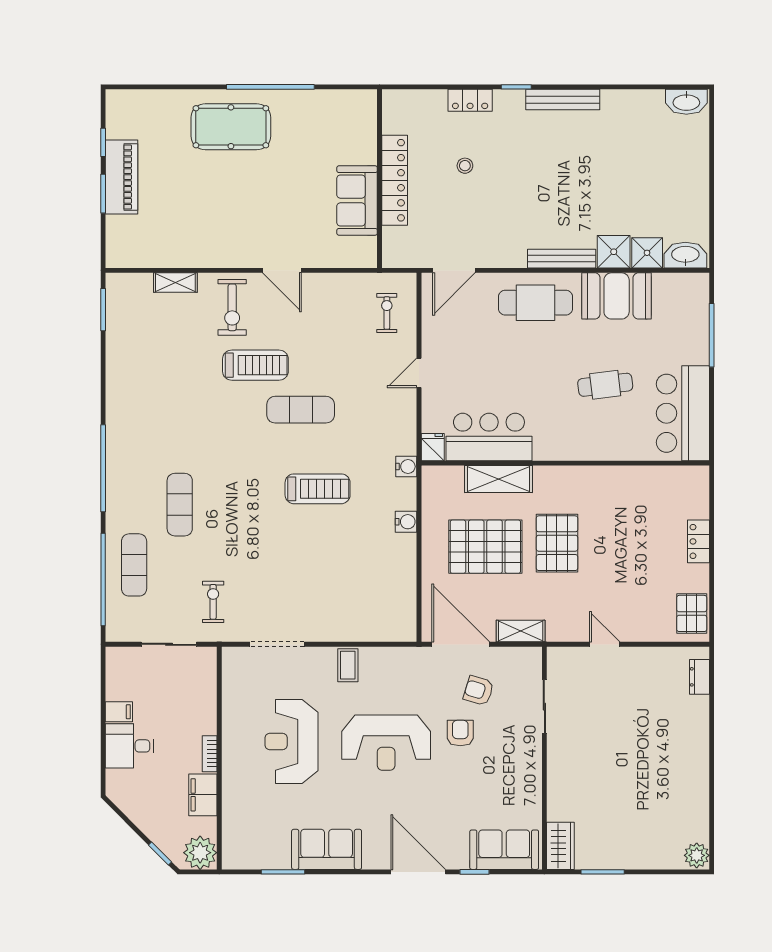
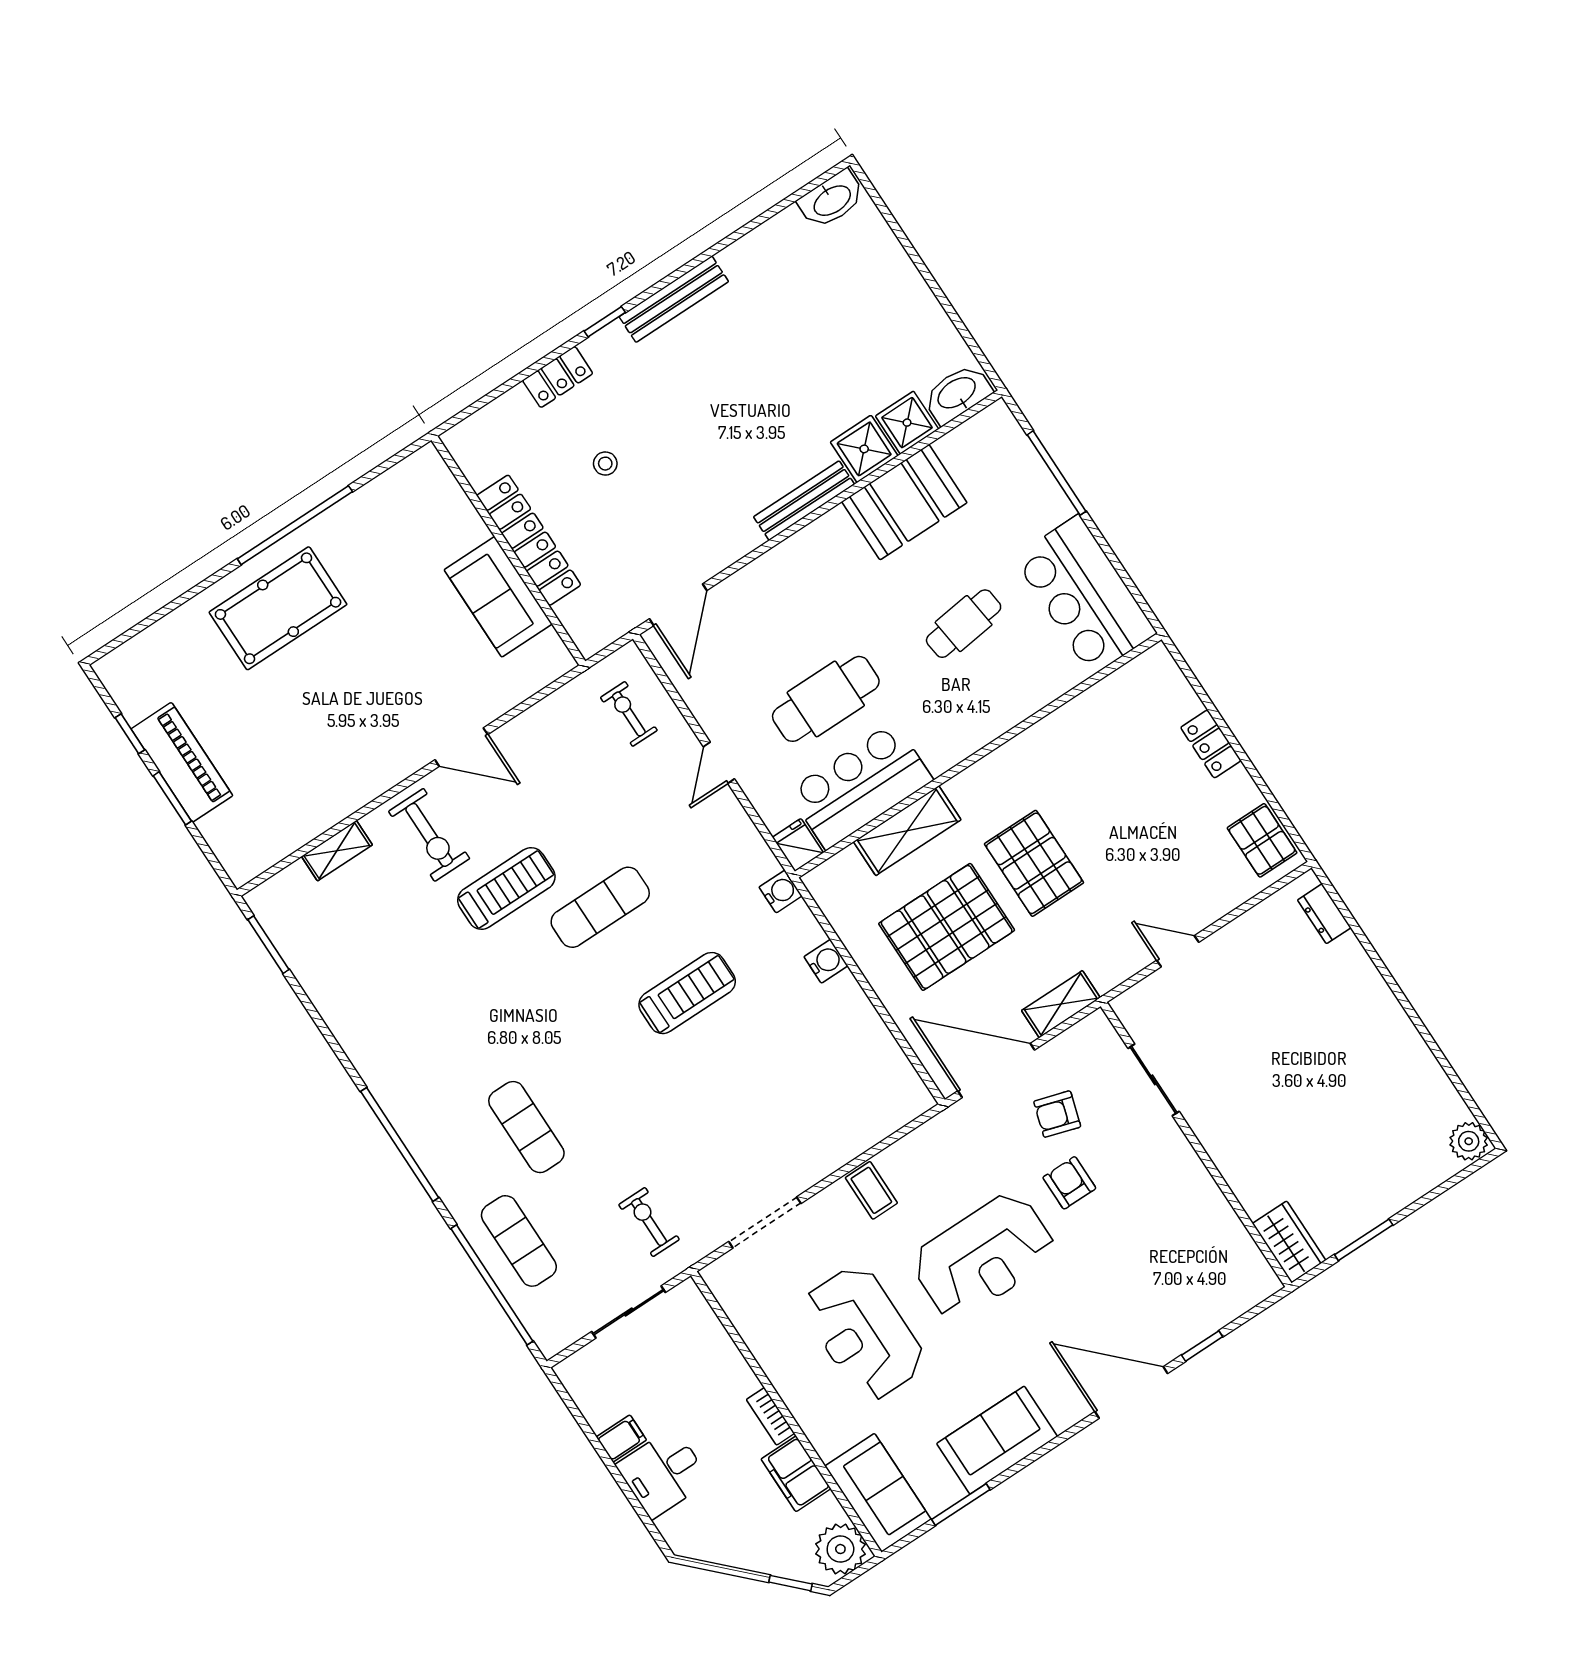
cafe table: (535, 303) -> (826, 699), moved
sofa: (504, 850) -> (878, 1493), moved, turned 90

